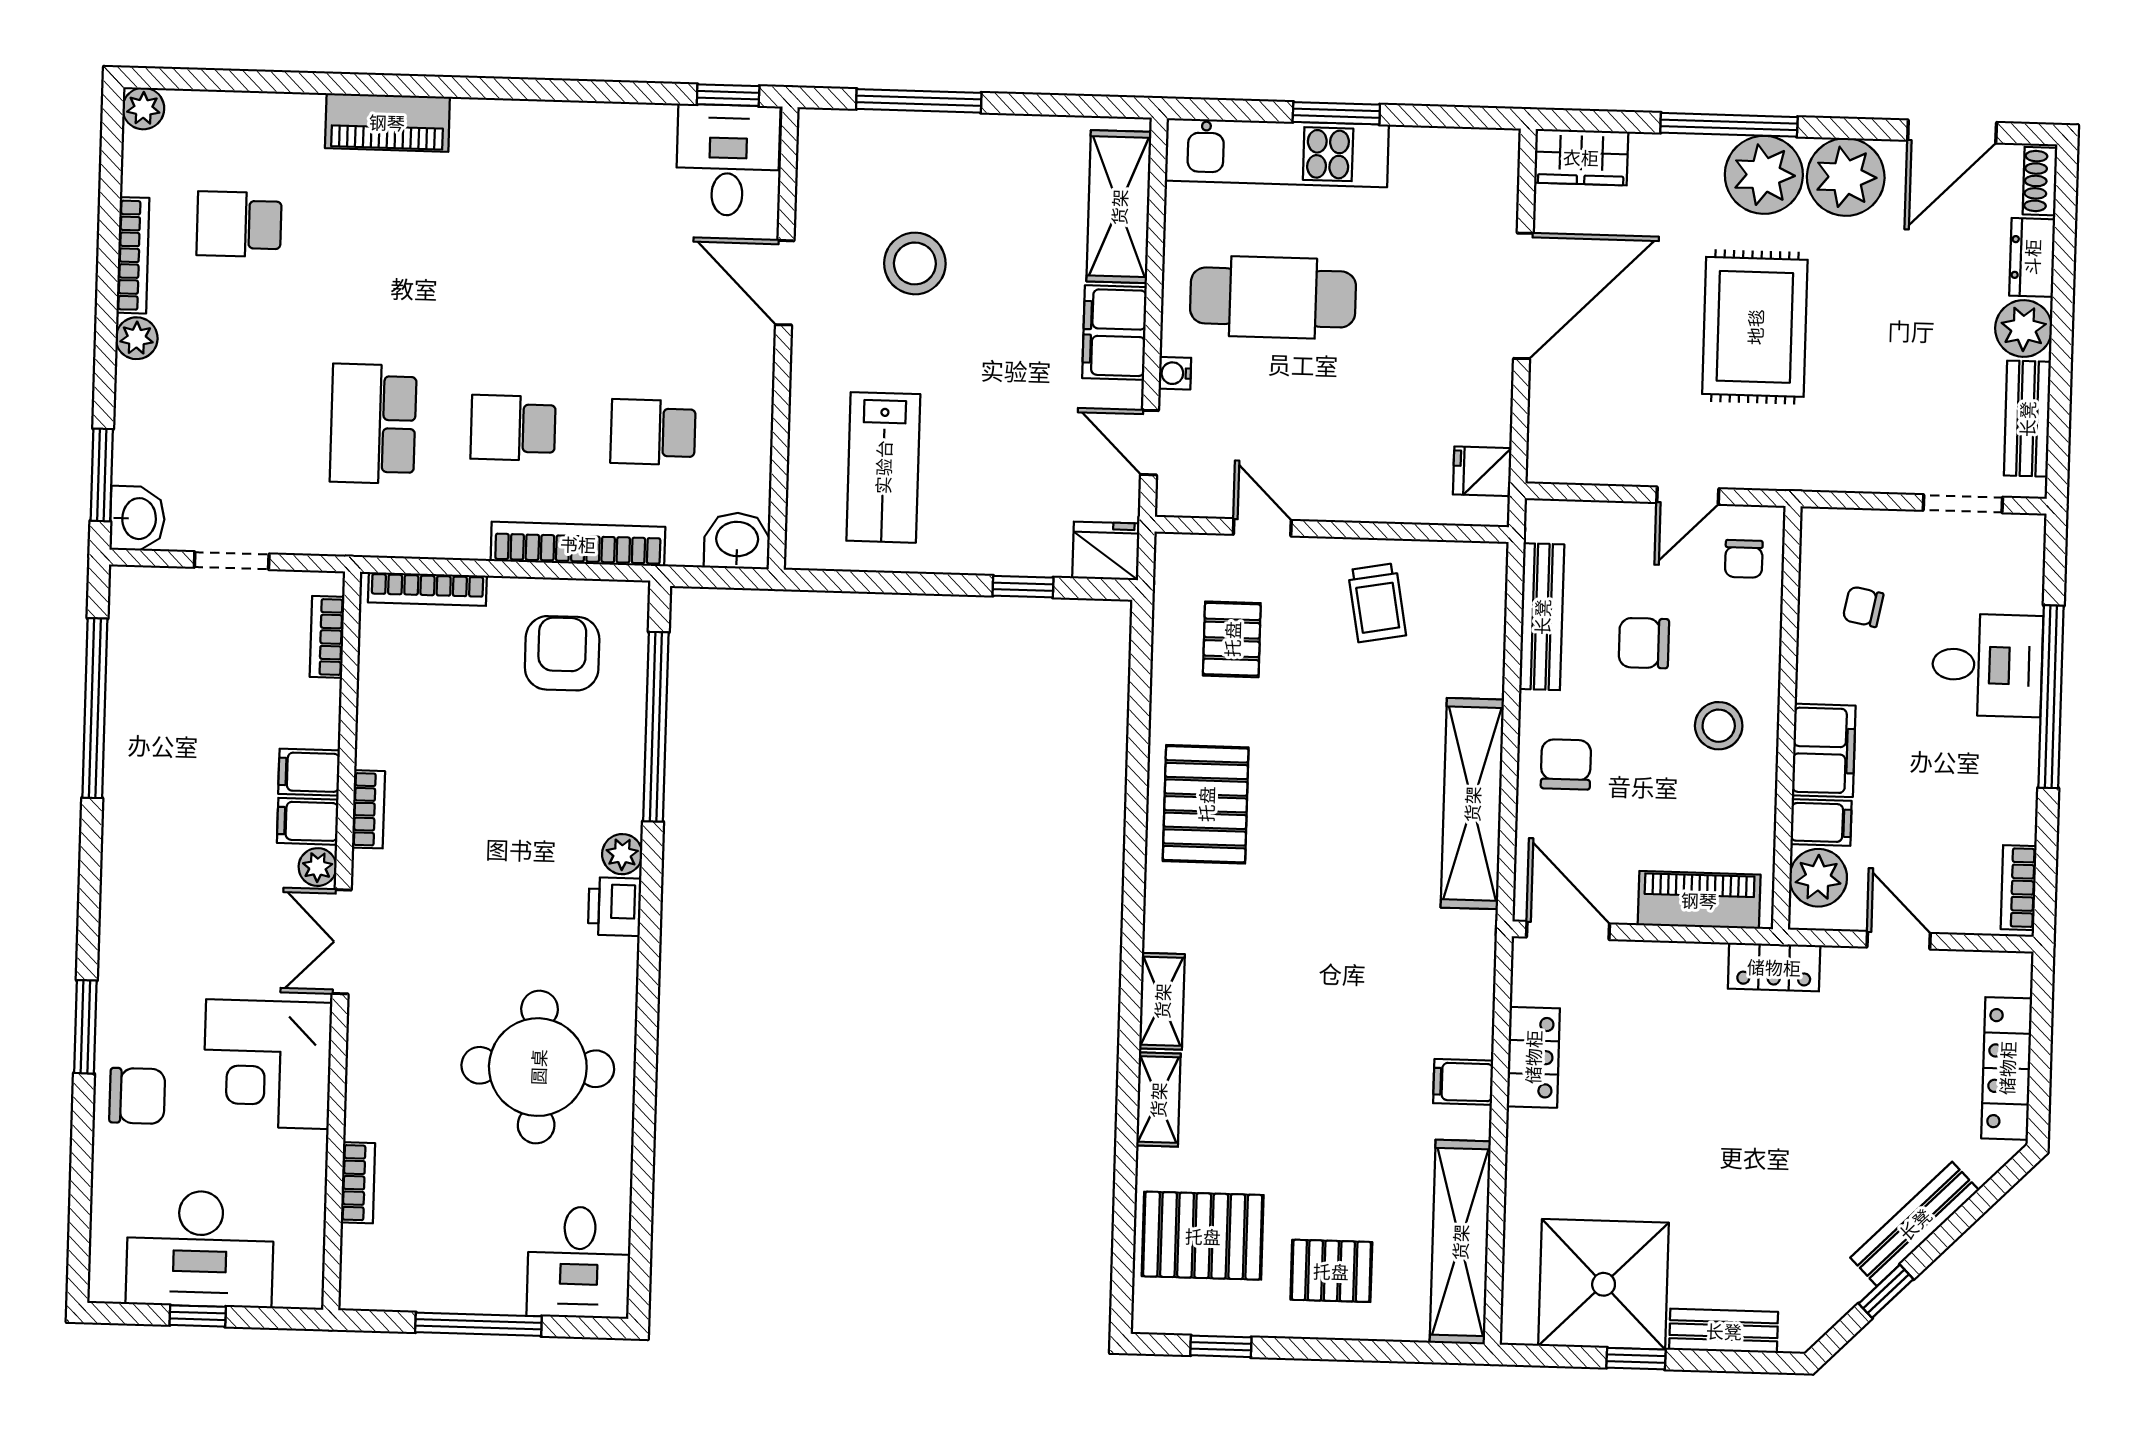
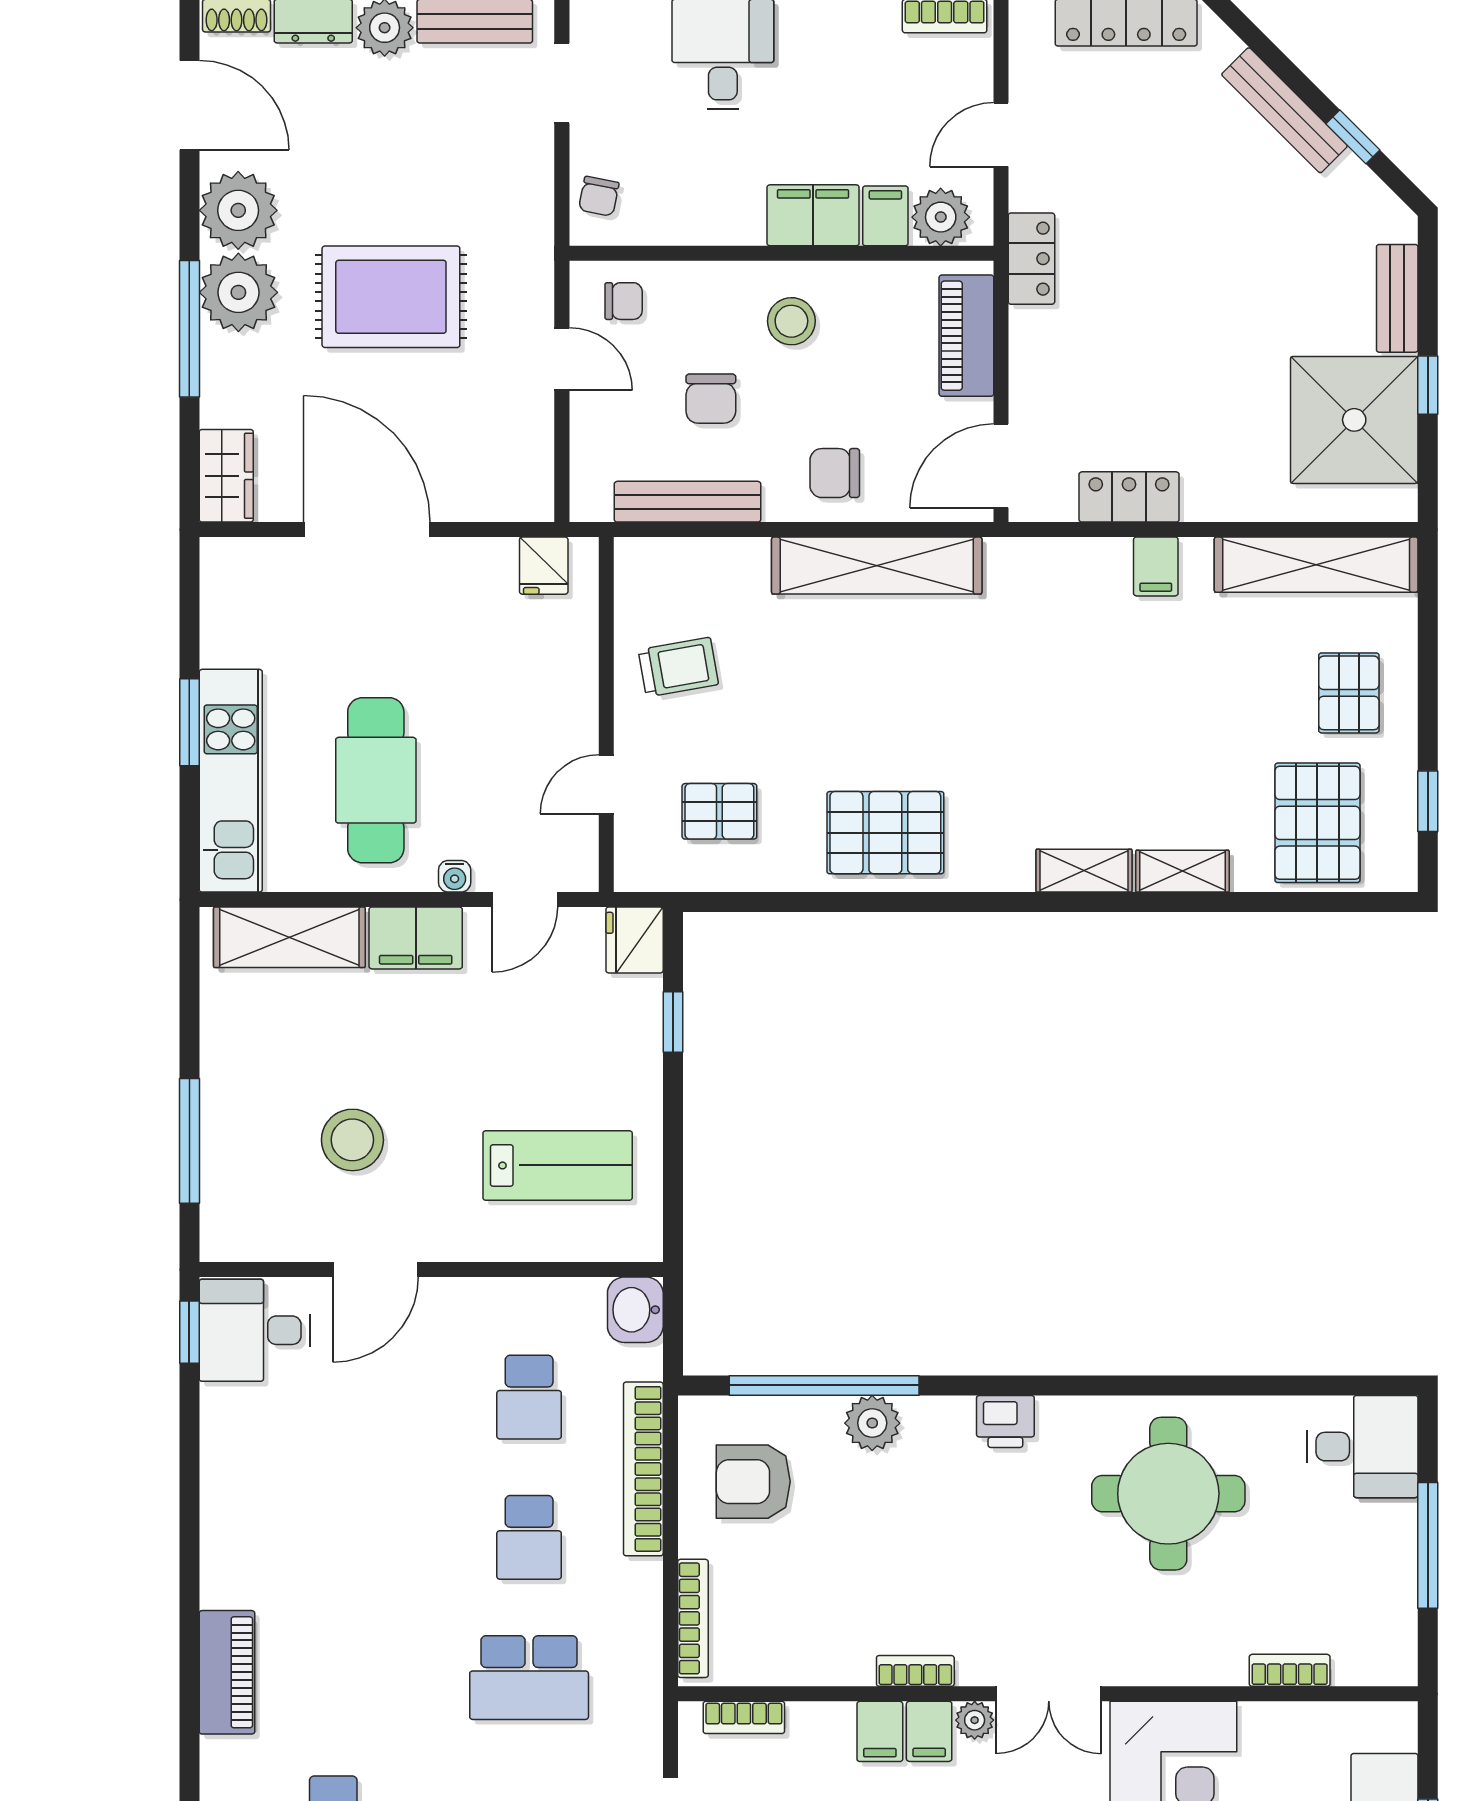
chair: (1863, 607) -> (599, 196), moved
plant: (622, 854) -> (872, 1423), moved, width x1.38, depth x1.38

